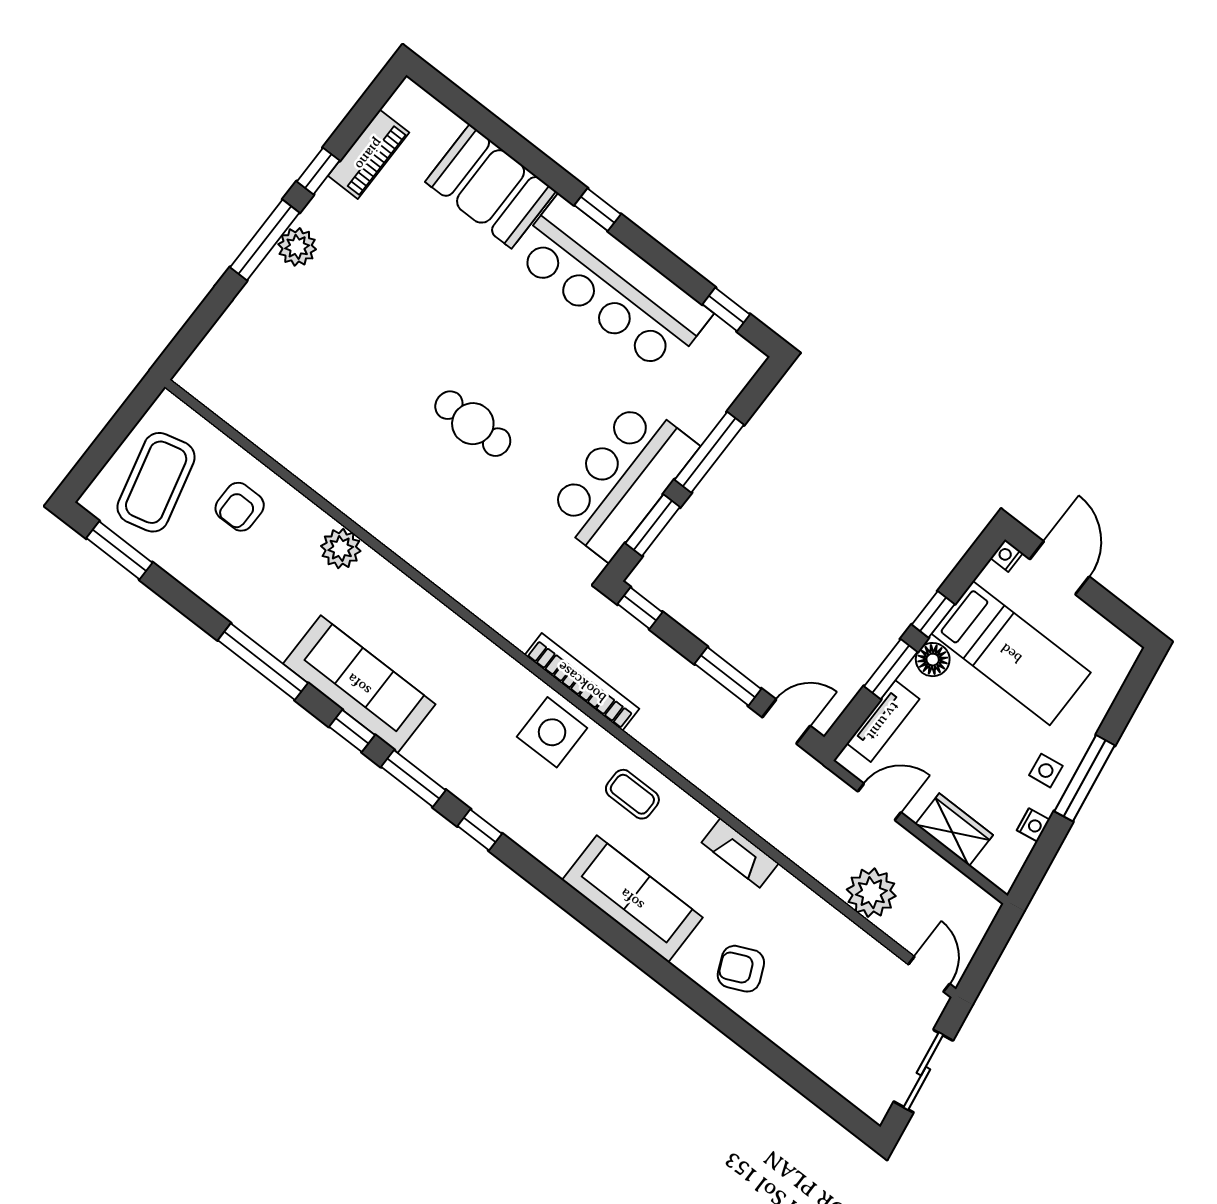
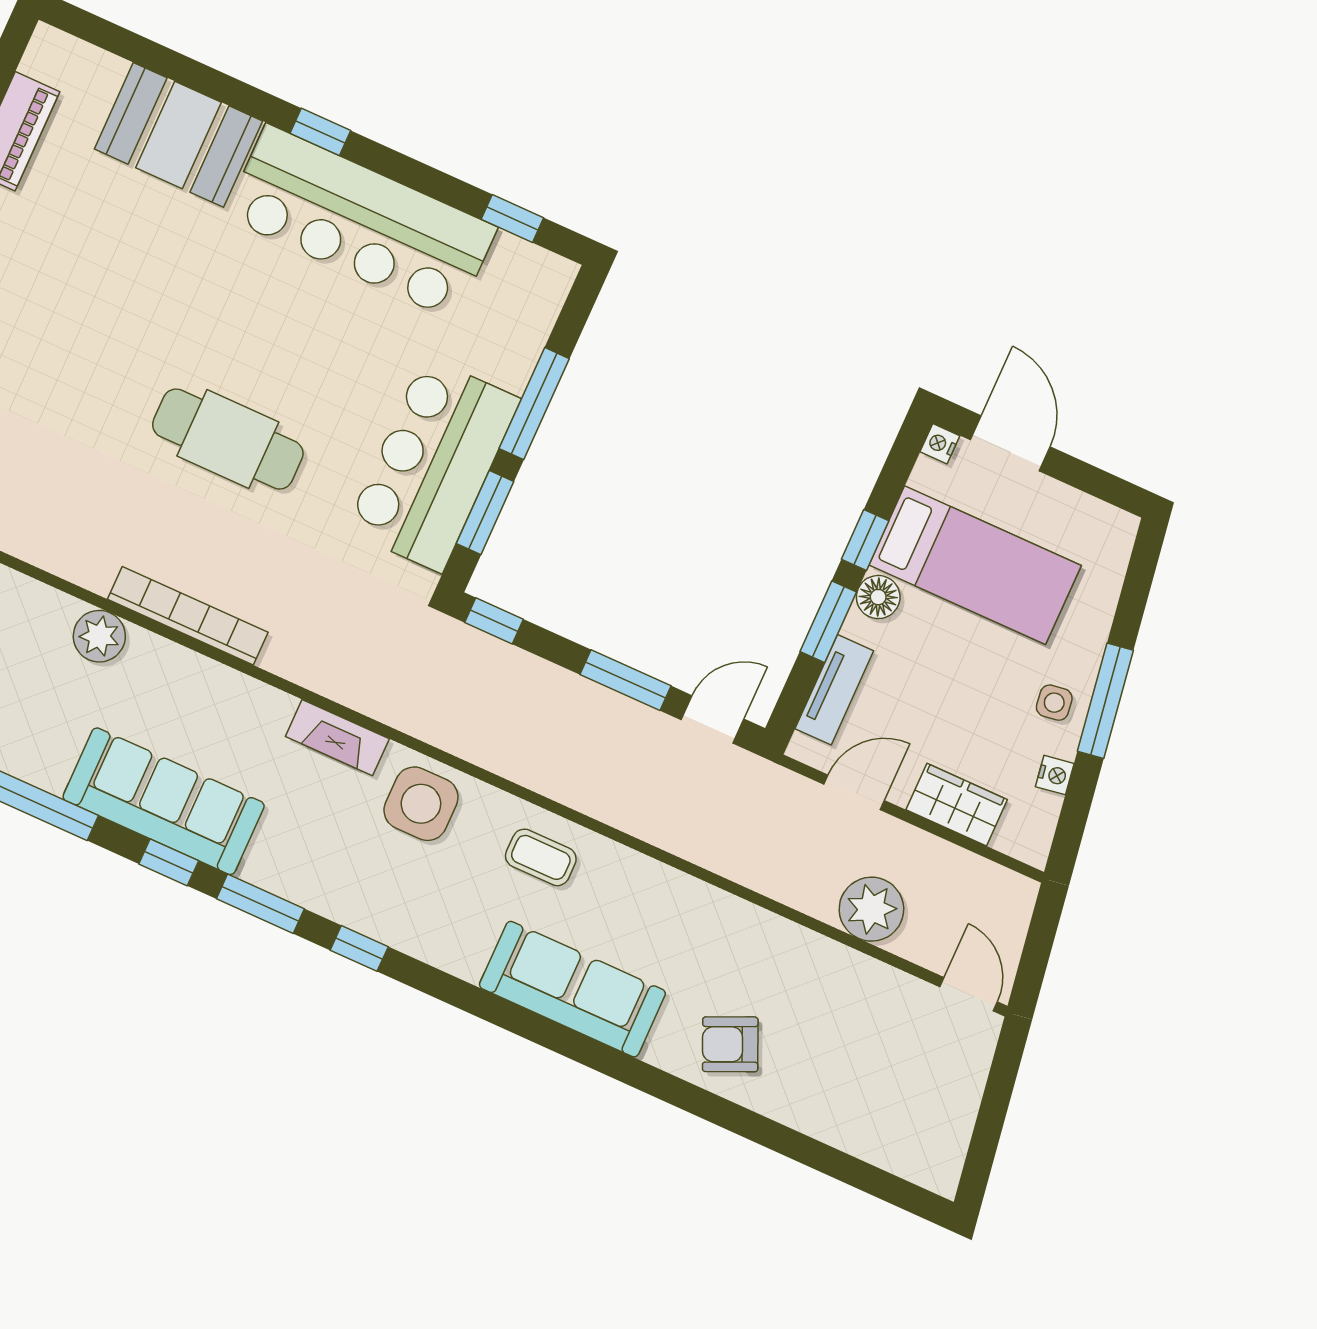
cafe table: (473, 424) -> (228, 439), width x1.37, depth x1.35
bookcase: (582, 682) -> (188, 616), moved
fireplace: (740, 853) -> (337, 738), moved
sliding door: (923, 1071) -> (991, 1118), removed

